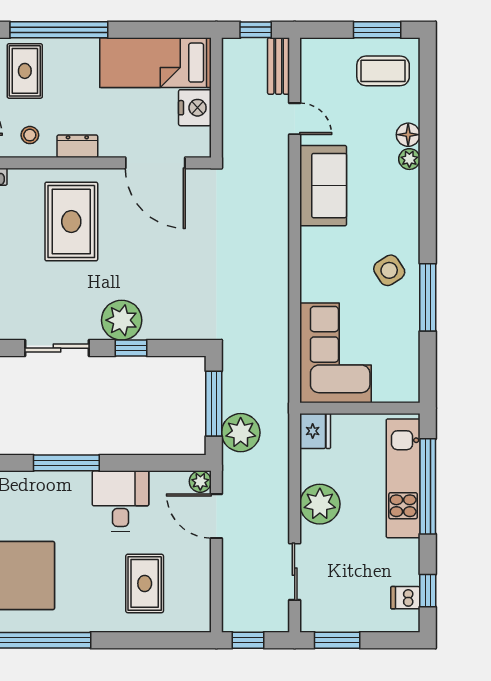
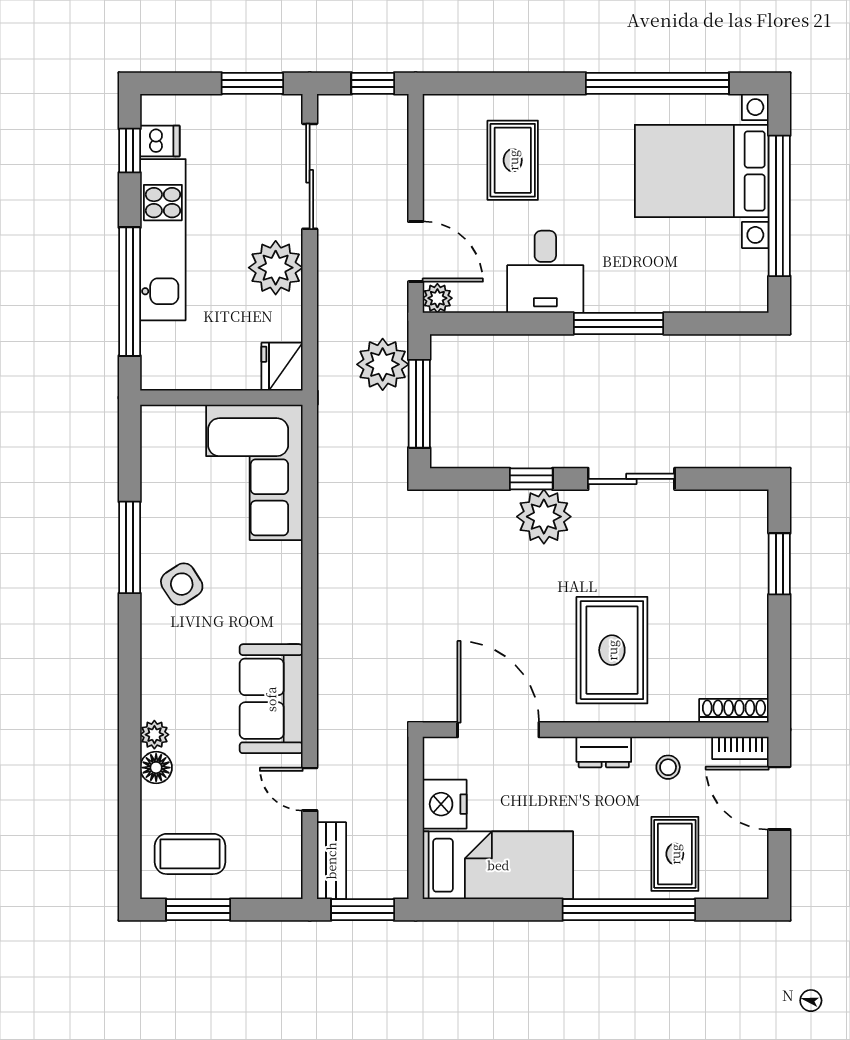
window: (256, 30) -> (363, 910), width x1.50
kitchen unit: (403, 478) -> (163, 240), moved
sliding door: (295, 572) -> (310, 176), width x1.37

